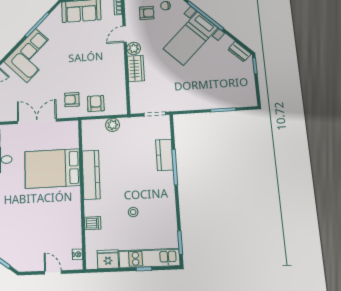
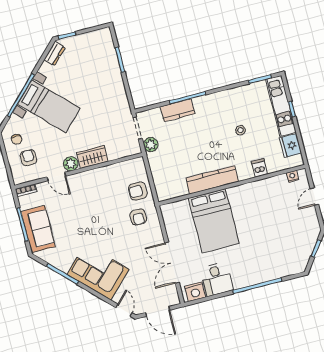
double door: (37, 121) -> (172, 263), moved
plant: (113, 125) -> (151, 145), moved

